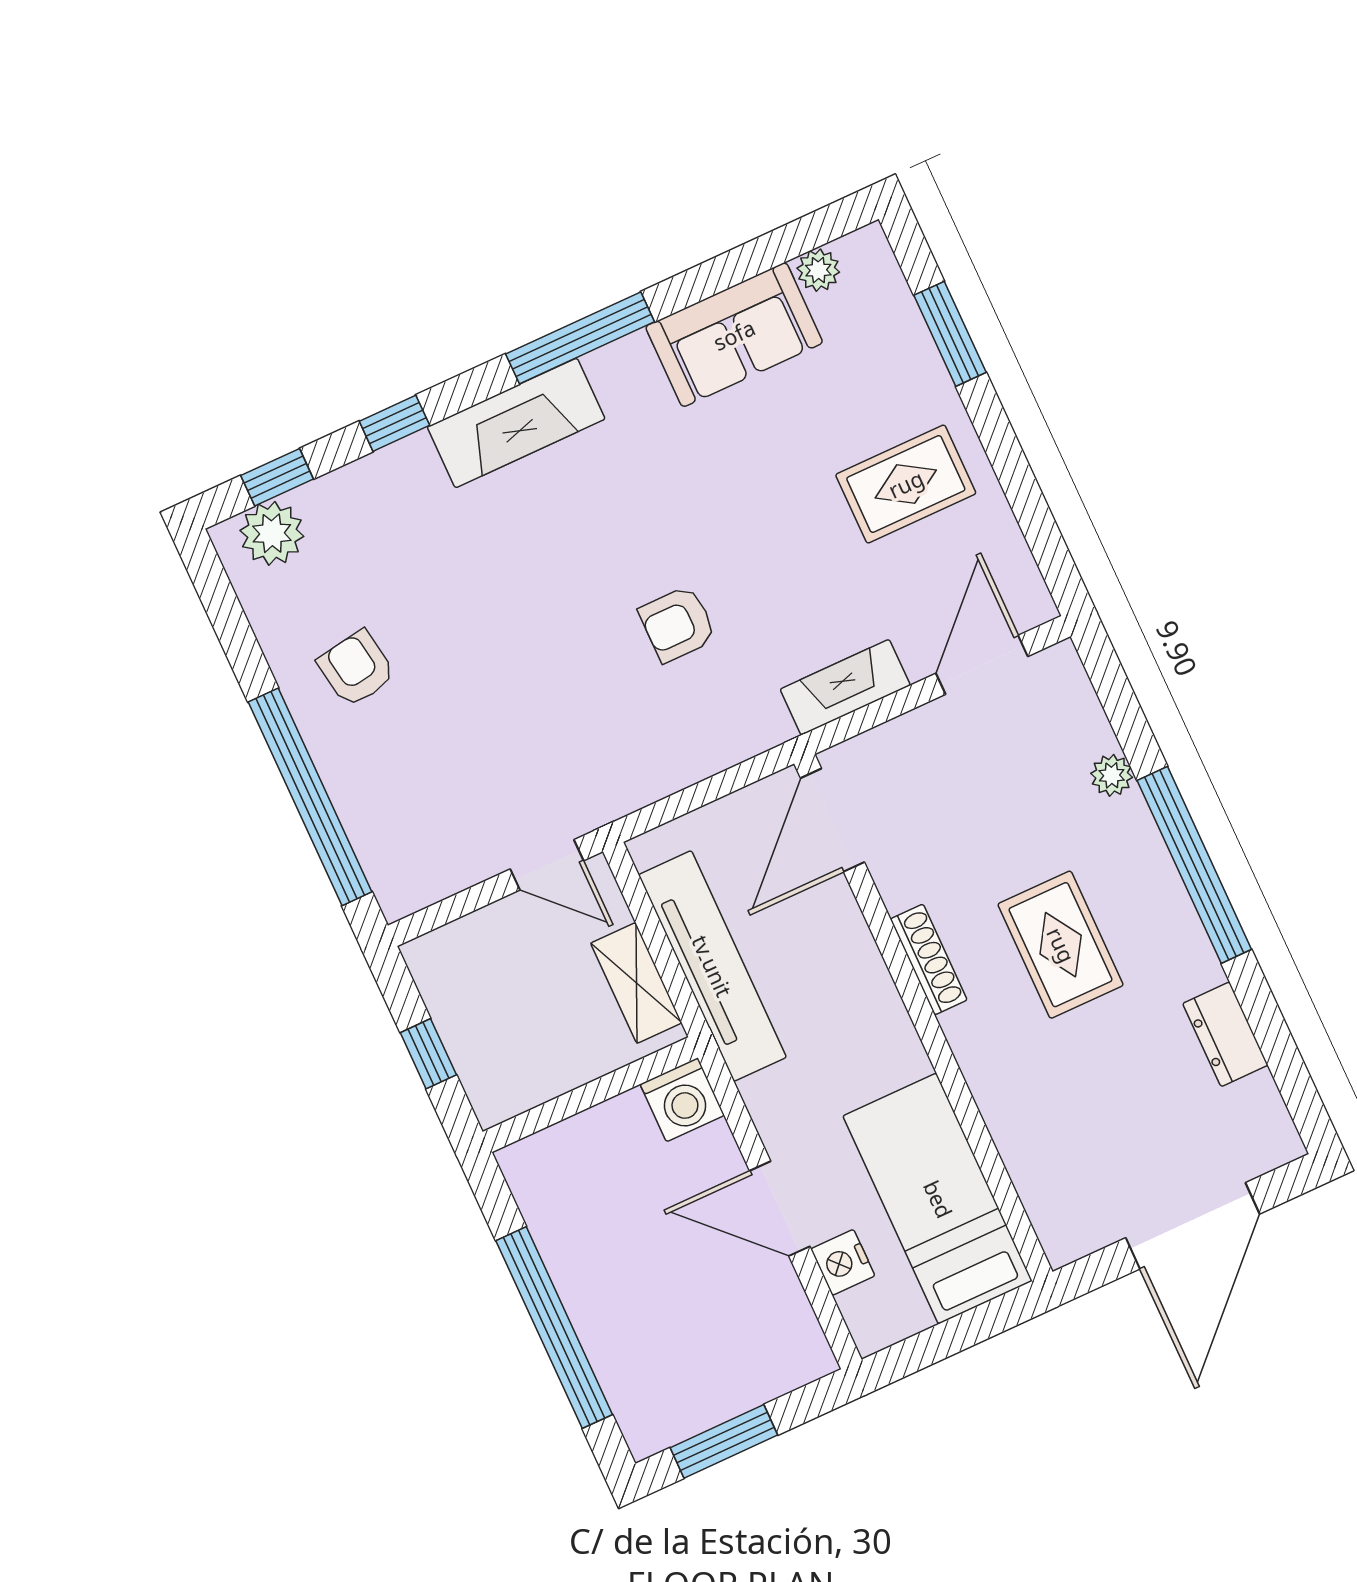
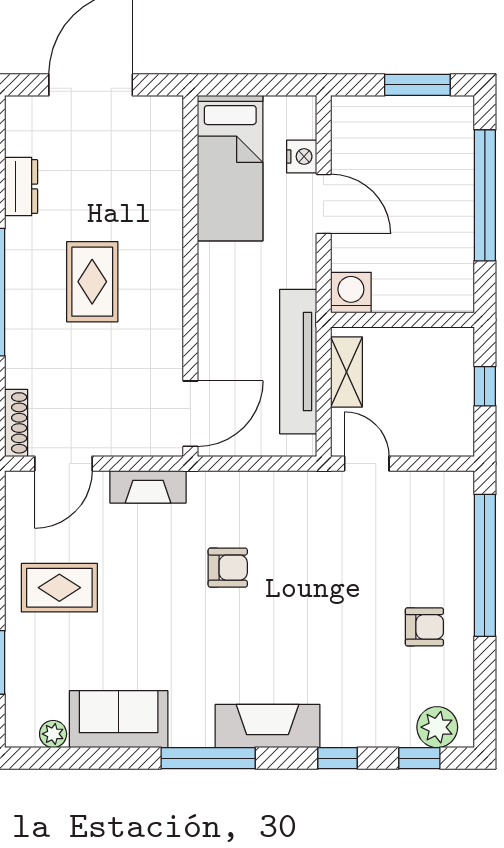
armchair: (356, 669) -> (424, 627), turned -81
plant: (1112, 775) -> (18, 366), removed
shoe rack: (929, 959) -> (16, 423), moved, turned 180

